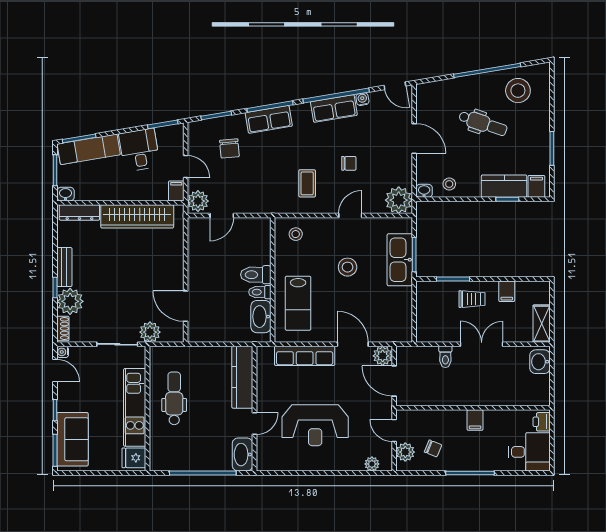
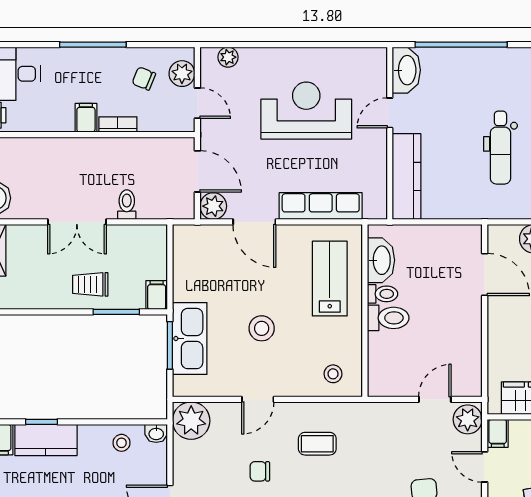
coffee table: (307, 183) -> (317, 444), turned 90
filing cabinet: (507, 291) -> (157, 295), moved
bookcase: (452, 415) -> (118, 124), added

